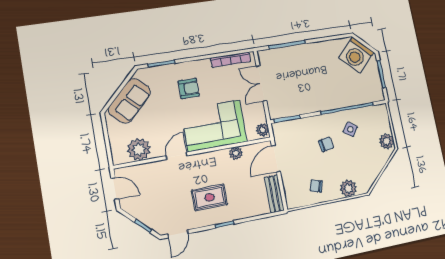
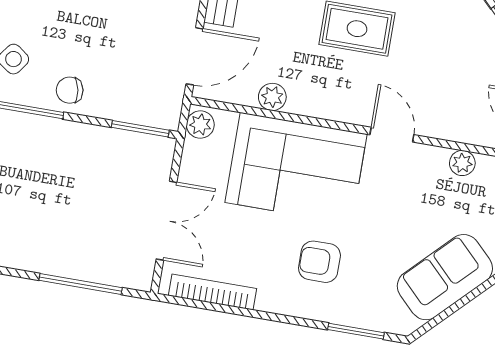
chair: (326, 144) -> (70, 90), moved
plant: (139, 149) -> (462, 163), width x0.53, depth x0.53
door: (177, 156) -> (392, 135), swing flipped

